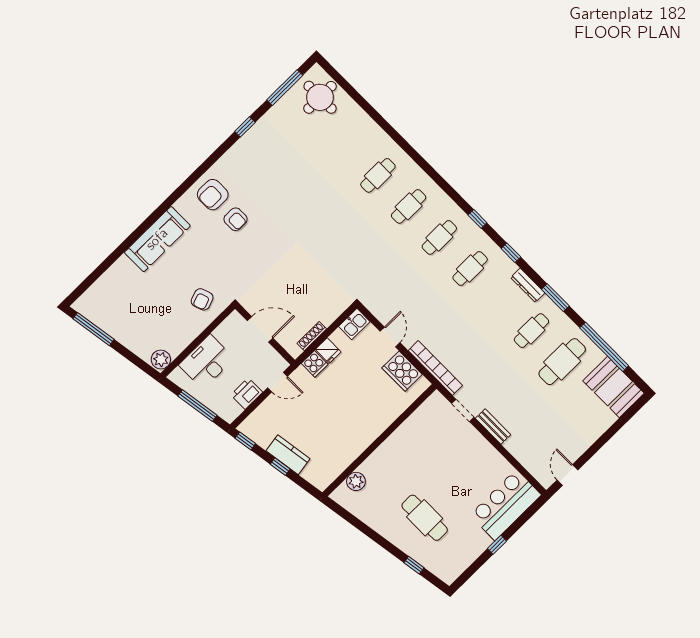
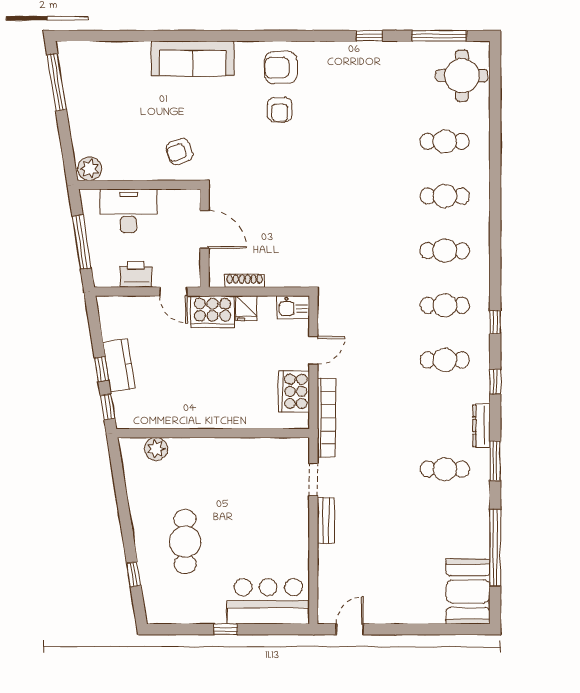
cafe table: (562, 362) -> (445, 141), moved, width x0.73, depth x0.74
cooker: (315, 364) -> (213, 312), width x1.87, depth x1.31
window: (245, 441) -> (108, 407), moved

